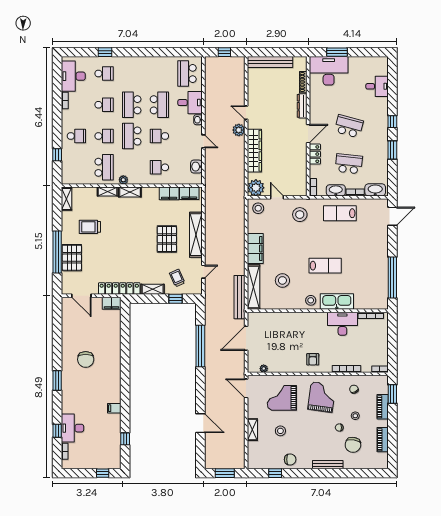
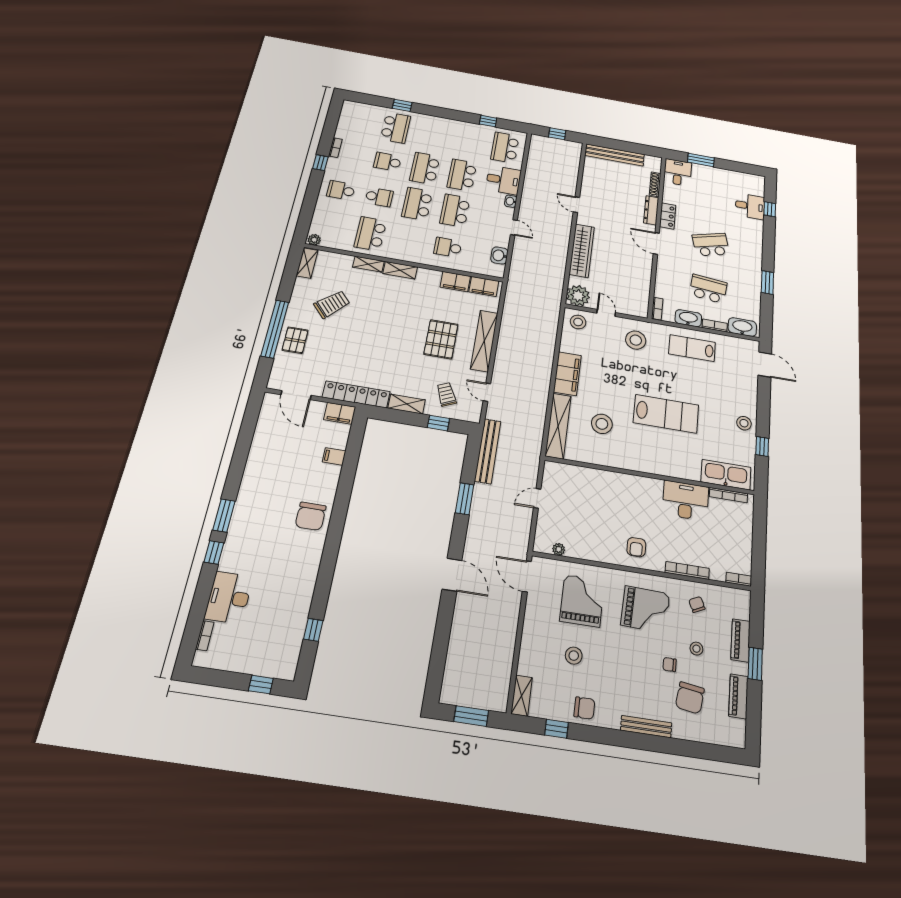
window: (171, 52) -> (488, 121), added
desk: (329, 71) -> (678, 172), width x0.53, depth x0.77
school desk: (104, 73) -> (396, 128), width x1.85
desk: (73, 76) -> (354, 123), removed
school desk: (104, 105) -> (388, 162), turned 180
school desk: (159, 105) -> (462, 175), turned 180
window: (392, 122) -> (770, 209), moved
school desk: (349, 126) -> (711, 245), turned -30
plant: (239, 130) -> (564, 223), removed
door: (308, 134) -> (656, 243), swing flipped
school desk: (76, 136) -> (341, 190), turned 180
school desk: (159, 136) -> (455, 211), width x1.85
locker: (315, 154) -> (668, 216), moved
window: (57, 155) -> (320, 163), moved
school desk: (104, 167) -> (370, 234), turned 180
plant: (123, 180) -> (314, 240), moved
door: (392, 216) -> (765, 365), hinge flipped
trolley: (90, 227) -> (332, 304), turned 138
pallet: (72, 258) -> (295, 340), width x0.67, depth x0.71
lab bench: (325, 266) -> (666, 414), width x1.36, depth x1.39
door: (203, 272) -> (487, 392), swing flipped
window: (392, 277) -> (762, 446), width x0.32
bench: (239, 297) -> (488, 451), moved
stool: (311, 300) -> (744, 423), moved
kitchen sink: (337, 302) -> (726, 475), moved
door: (246, 338) -> (537, 498), width x0.53
window: (200, 346) -> (465, 499), width x0.47
chair: (86, 359) -> (311, 516), moved
window: (392, 394) -> (755, 664), moved
grand piano: (322, 397) -> (645, 609), turned 84
grand piano: (282, 398) -> (582, 601), turned 90
filing cabinet: (114, 408) -> (334, 456), moved
door: (200, 423) -> (452, 575), moved
shelving: (252, 430) -> (522, 696), moved
window: (57, 431) -> (214, 552), moved

